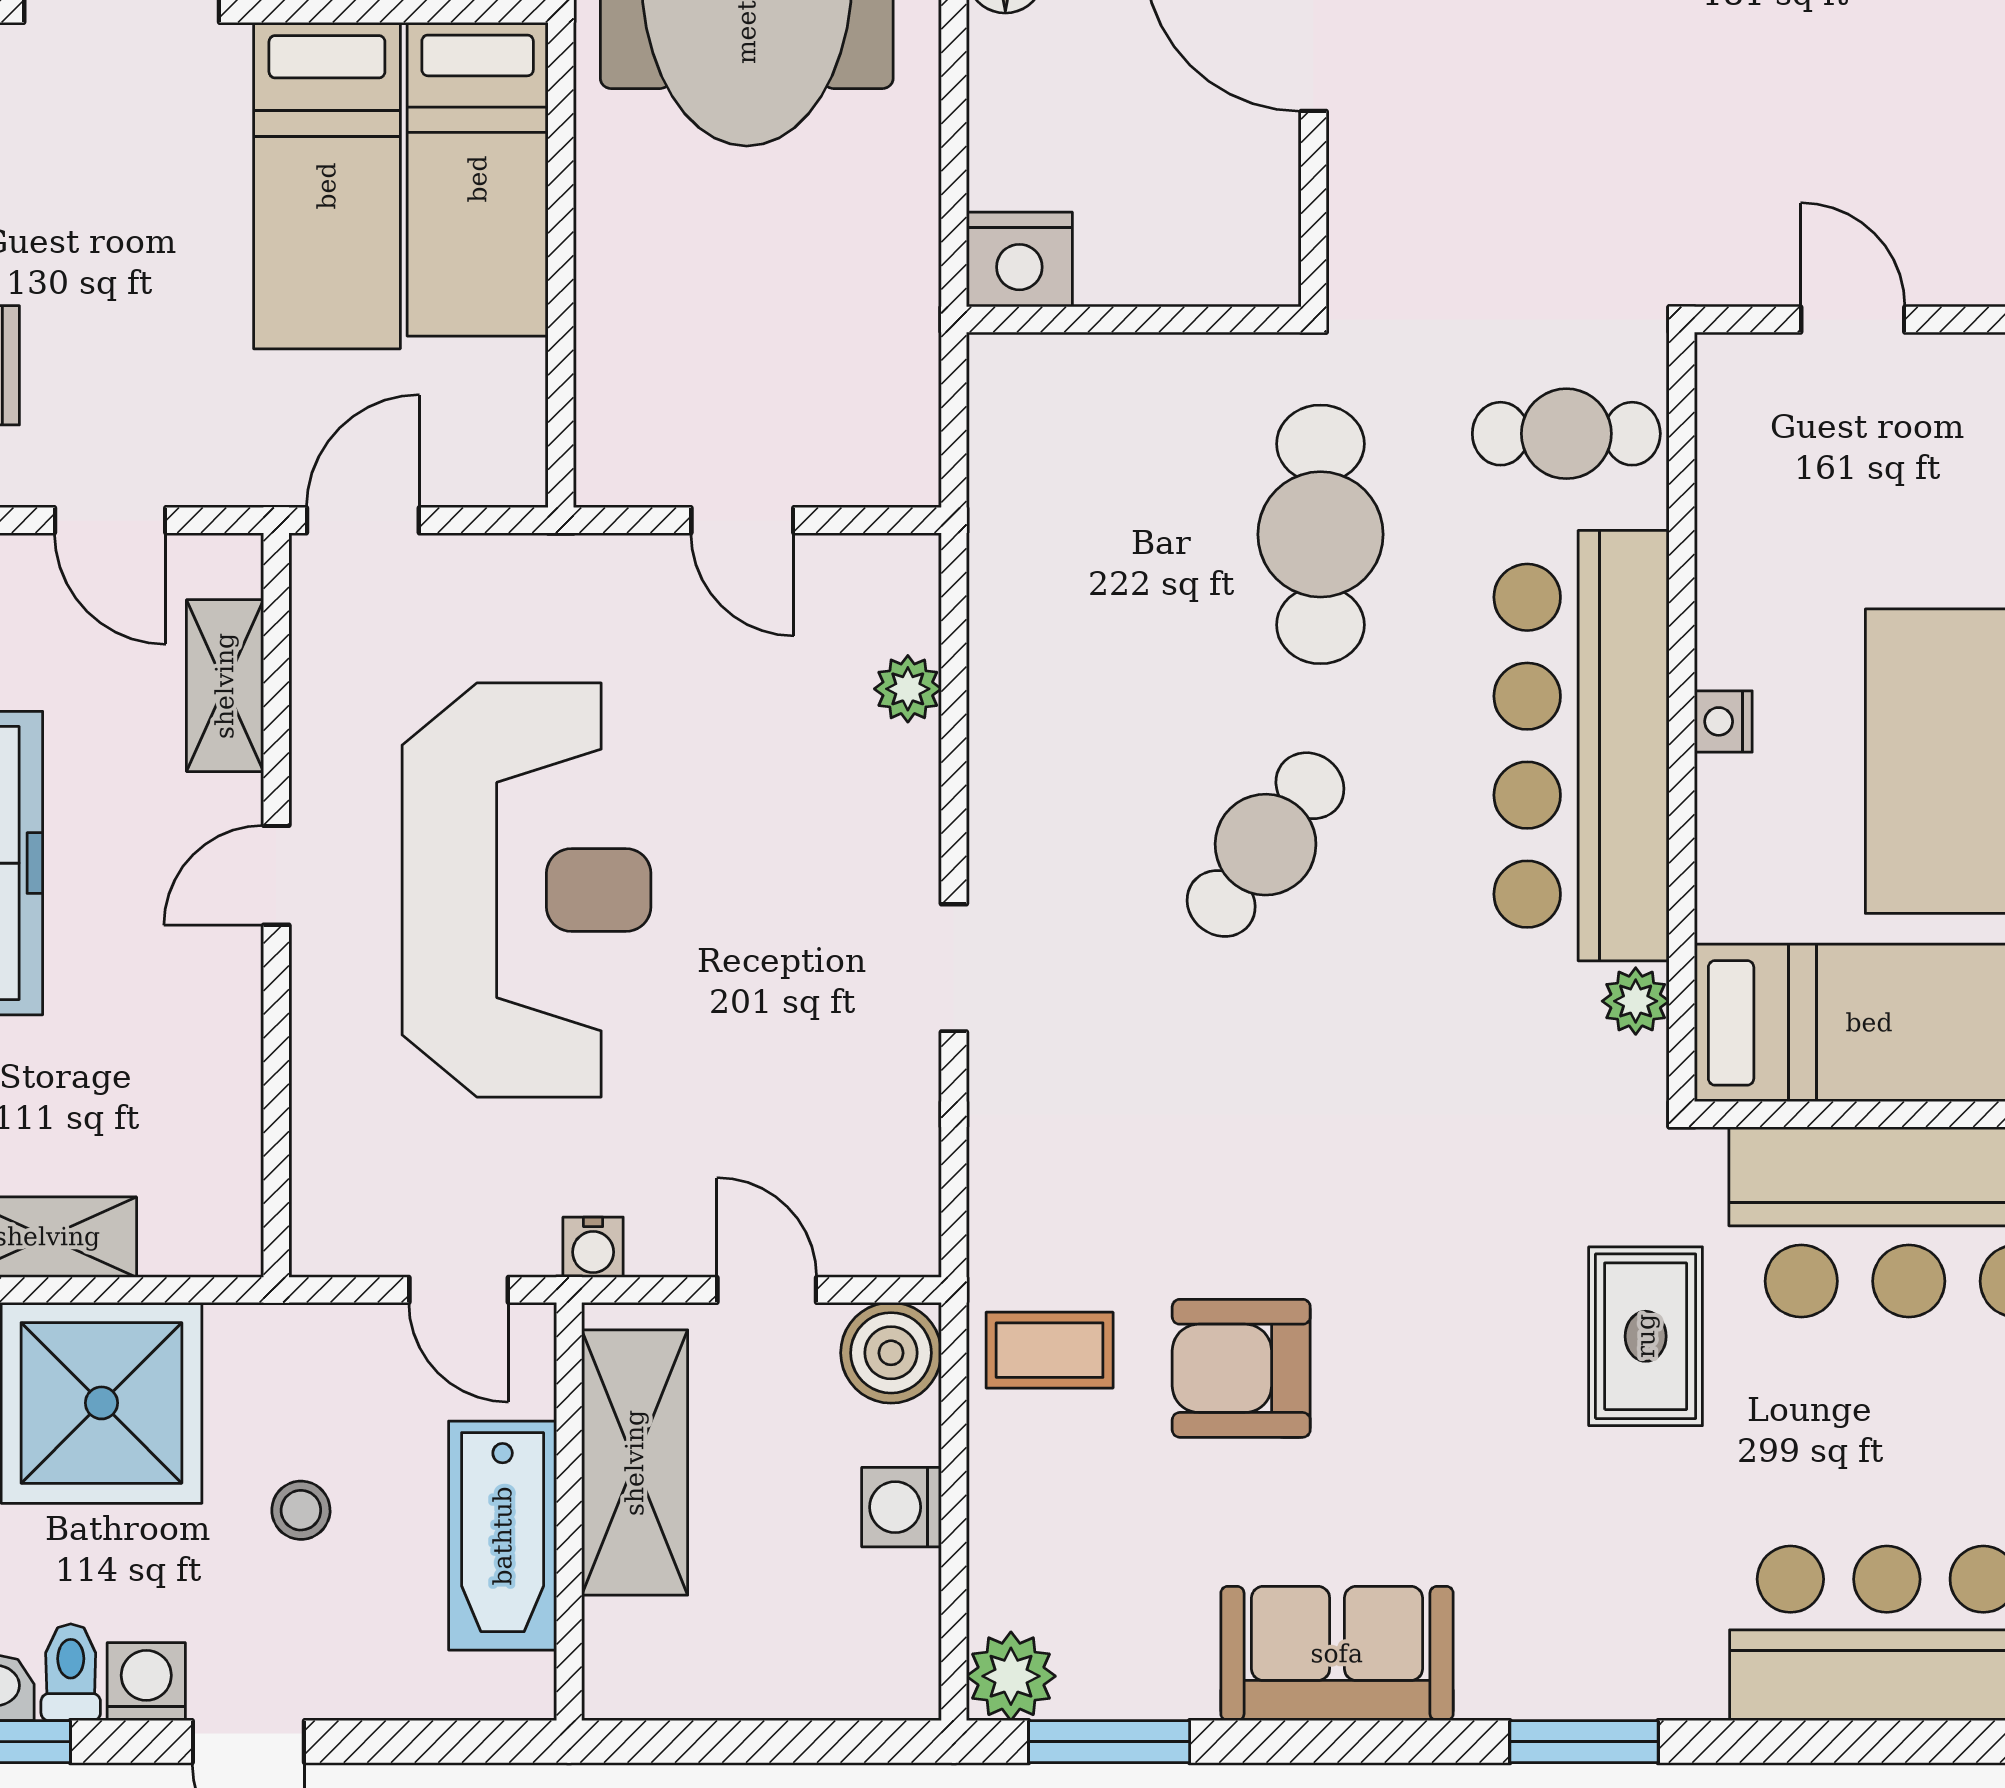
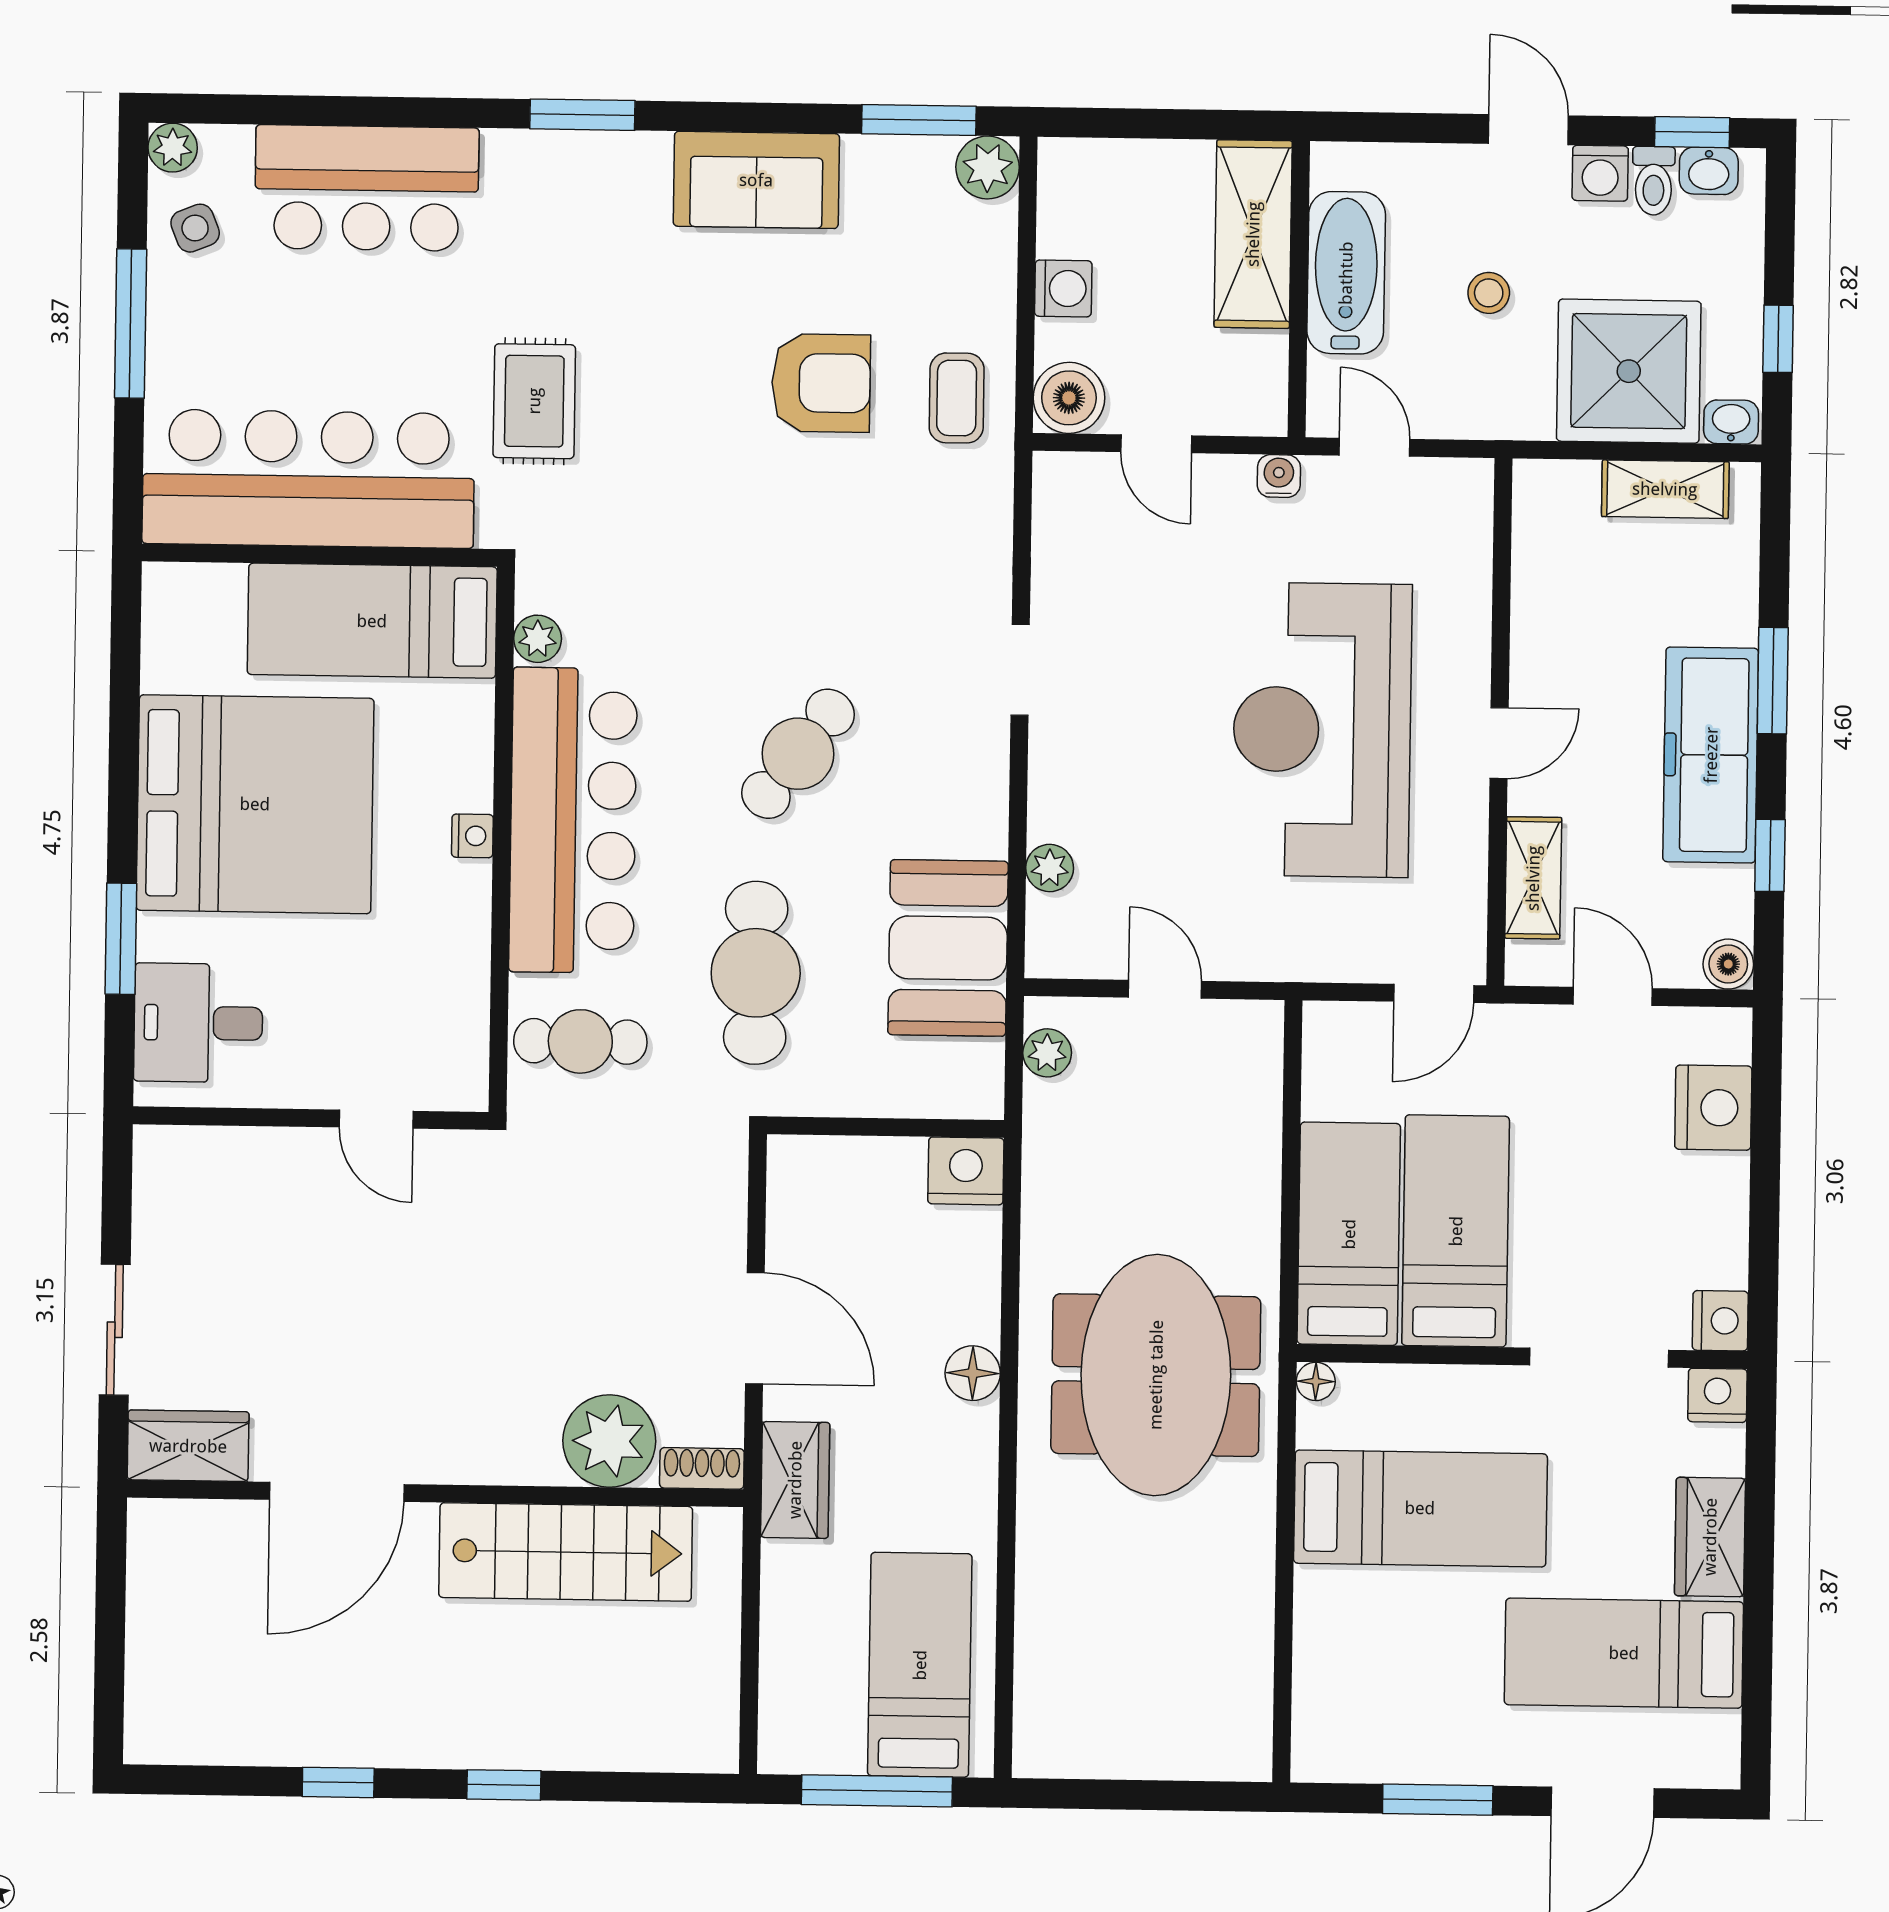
plant: (907, 428) -> (1047, 1053), added
booth: (1049, 574) -> (948, 948), added
coffee table: (1050, 1350) -> (957, 398), turned 90
shelving: (635, 1463) -> (1253, 234), moved

